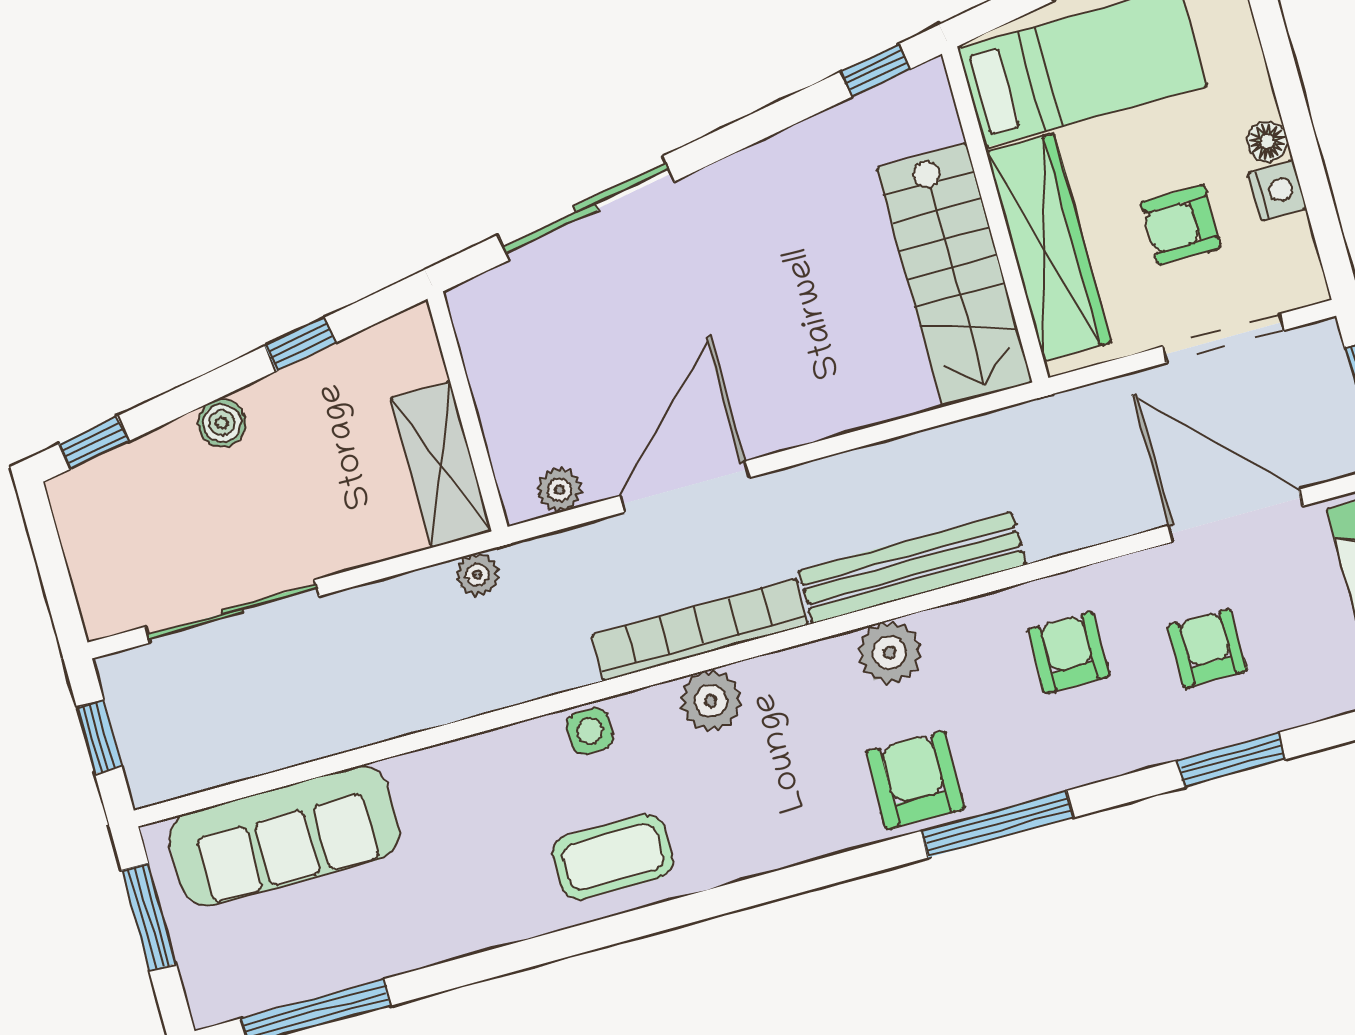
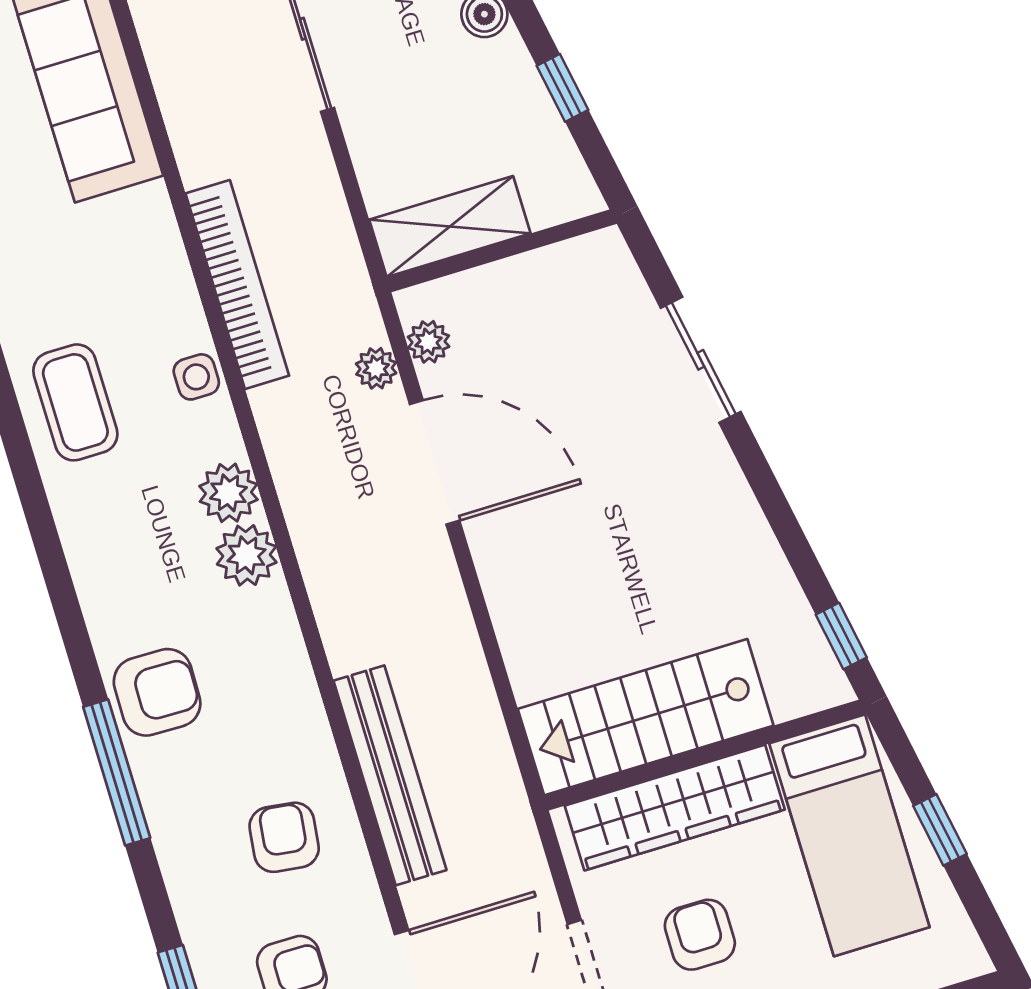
sliding door: (586, 208) -> (701, 360), width x0.73
bench: (912, 568) -> (390, 775), moved
plant: (477, 575) -> (376, 368), moved
bookcase: (700, 630) -> (237, 285), moved
plant: (889, 653) -> (247, 555), moved
armchair: (1069, 653) -> (284, 837), turned -83

